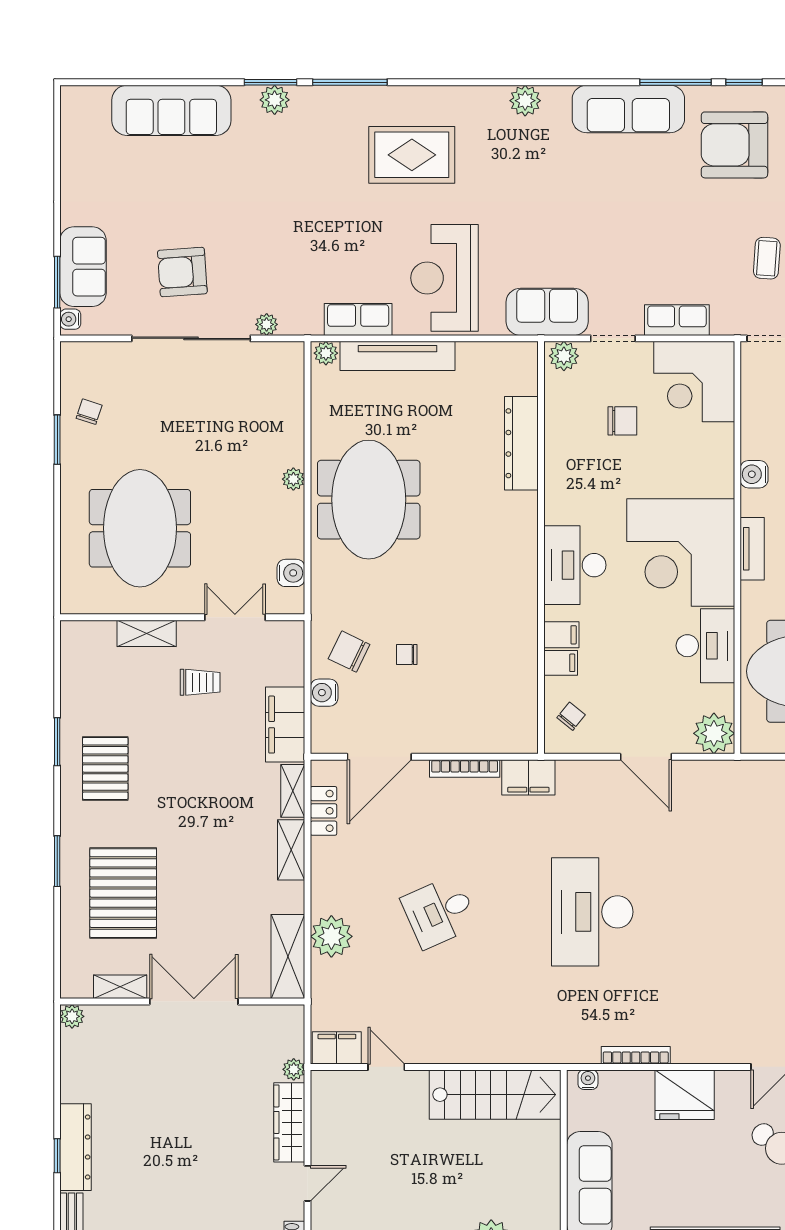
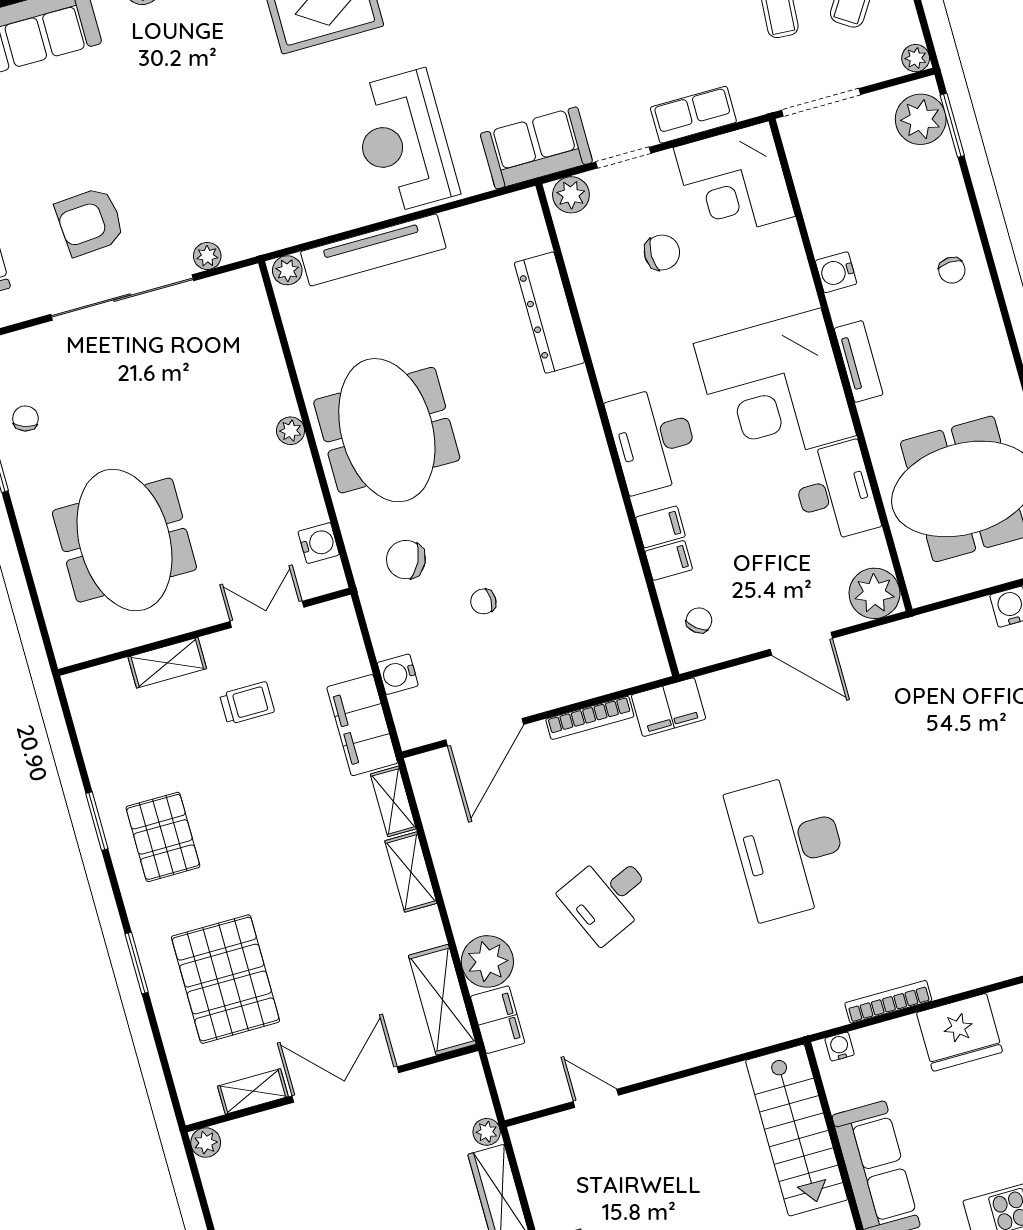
row of seats: (358, 319) -> (314, 220), removed
chair: (349, 652) -> (406, 560), moved
locker: (324, 811) -> (436, 815), removed
filing cabinet: (337, 1048) -> (498, 1020), moved, turned 90
stairs: (495, 1095) -> (797, 1130), moved, turned 90

